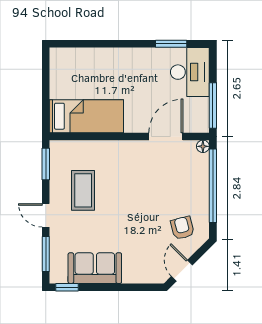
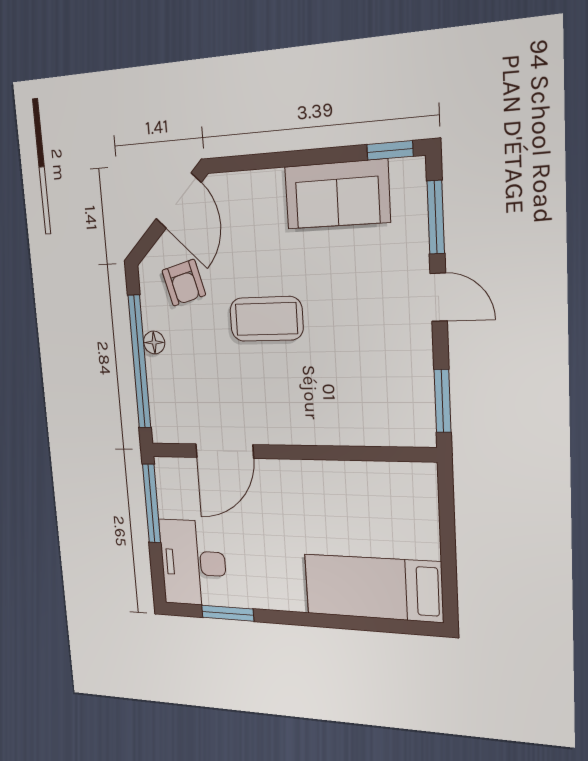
bed: (86, 116) -> (373, 588), moved
floor lamp: (203, 146) -> (154, 342), moved
coffee table: (83, 190) -> (266, 319), moved, turned 90
door: (182, 271) -> (178, 201), width x1.38

